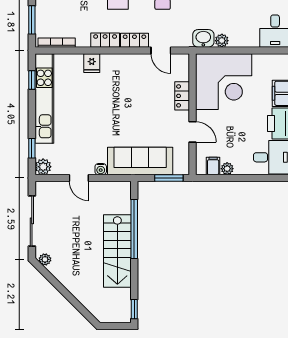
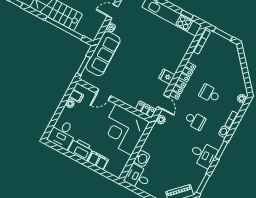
washbasin: (203, 38) -> (142, 158), moved
plant: (222, 41) -> (161, 120), moved
door: (161, 50) -> (163, 102), swing flipped
fridge: (92, 63) -> (167, 77), moved
locker: (182, 96) -> (146, 109), moved

